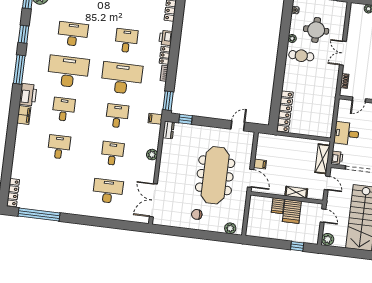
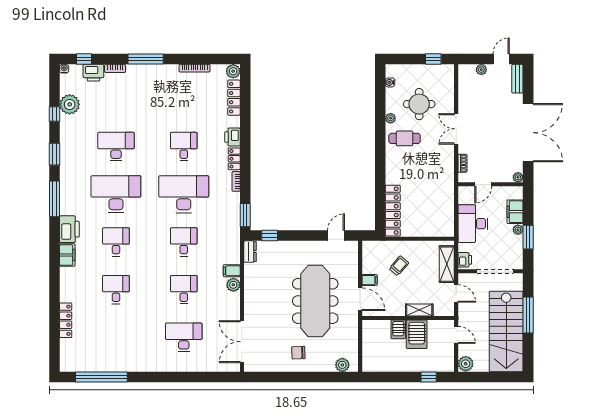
filing cabinet: (155, 119) -> (232, 271), moved
desk: (346, 134) -> (473, 224), width x1.37
trolley: (284, 156) -> (399, 266), added
locker: (13, 193) -> (66, 320), moved

